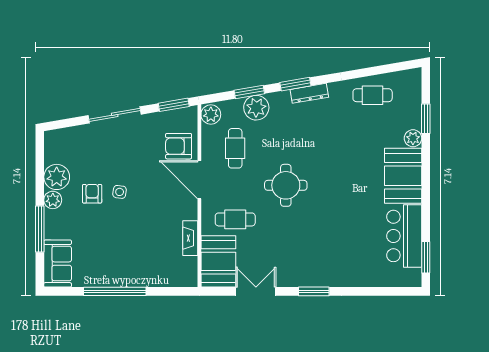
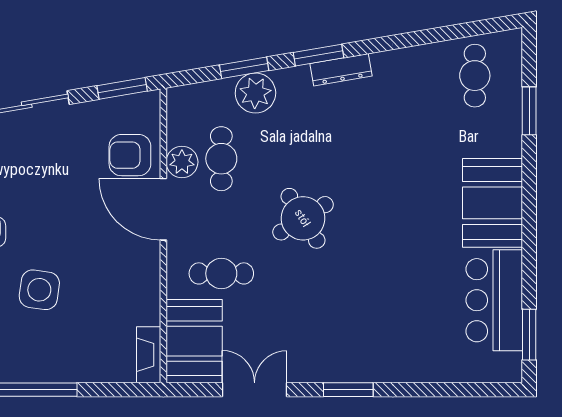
cafe table: (373, 95) -> (475, 76), moved, turned 90
plant: (211, 114) -> (182, 162), moved
plant: (413, 138) -> (508, 142), removed
round table: (286, 185) -> (303, 218), turned -32
side table: (120, 192) -> (39, 290), moved, width x1.87, depth x1.87
fireplace: (190, 238) -> (149, 355), moved

